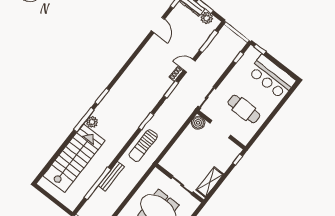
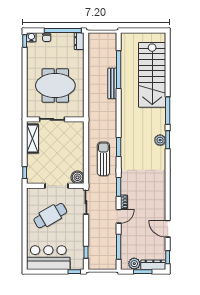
cafe table: (244, 109) -> (50, 216), turned -30
plant: (92, 122) -> (160, 140), moved
sun lounger: (143, 146) -> (103, 159), moved

